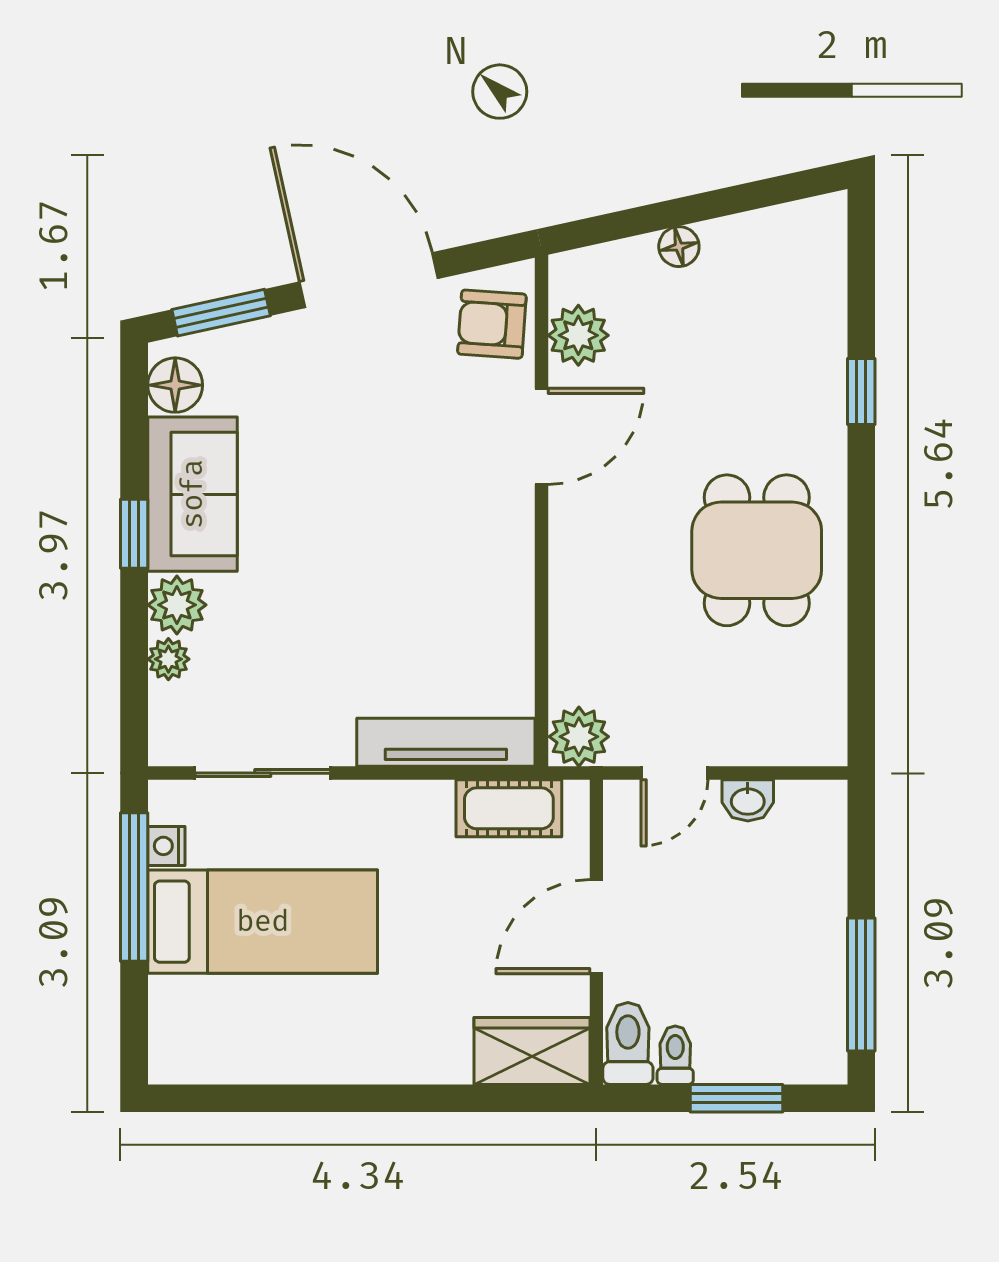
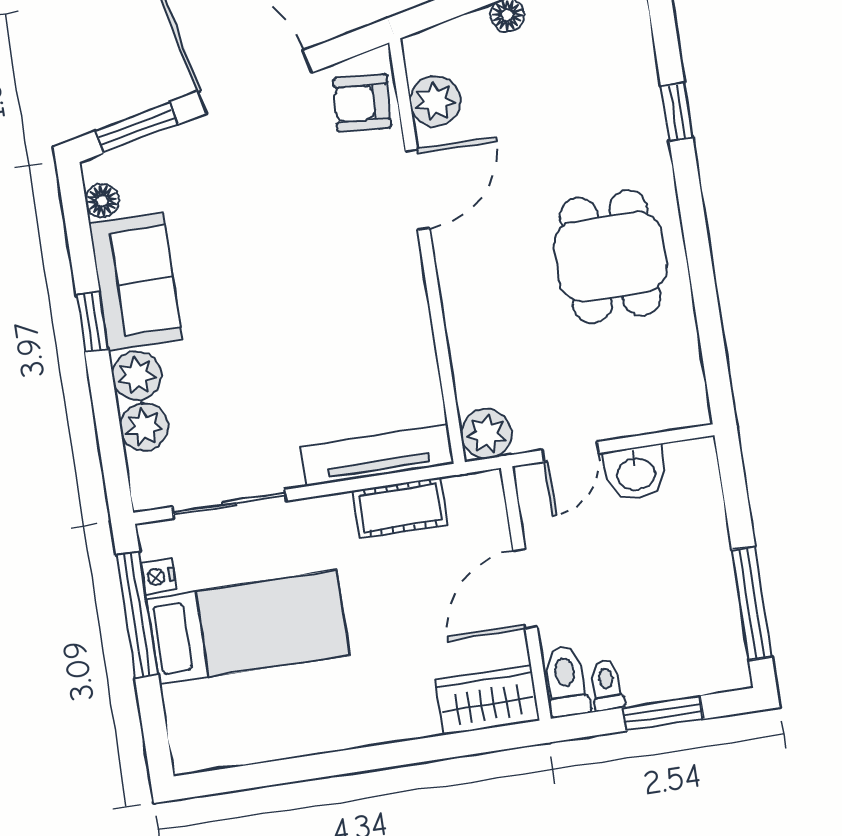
floor lamp: (175, 385) -> (102, 201), width x0.73, depth x0.73
plant: (168, 659) -> (144, 427), width x1.38, depth x1.38
washbasin: (748, 800) -> (636, 473), width x1.38, depth x1.45
cot: (509, 808) -> (400, 508), moved

